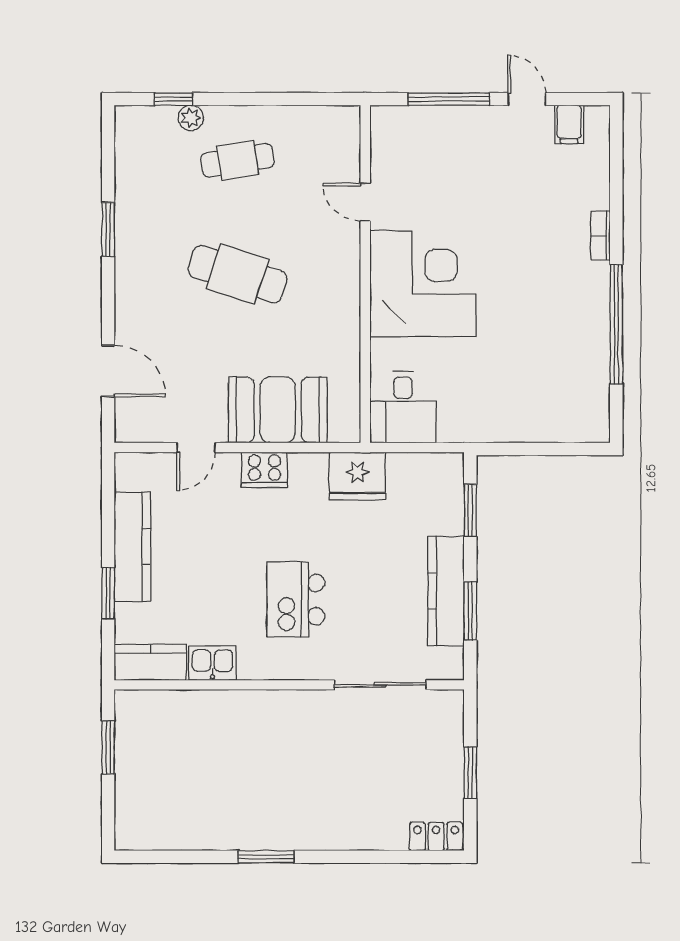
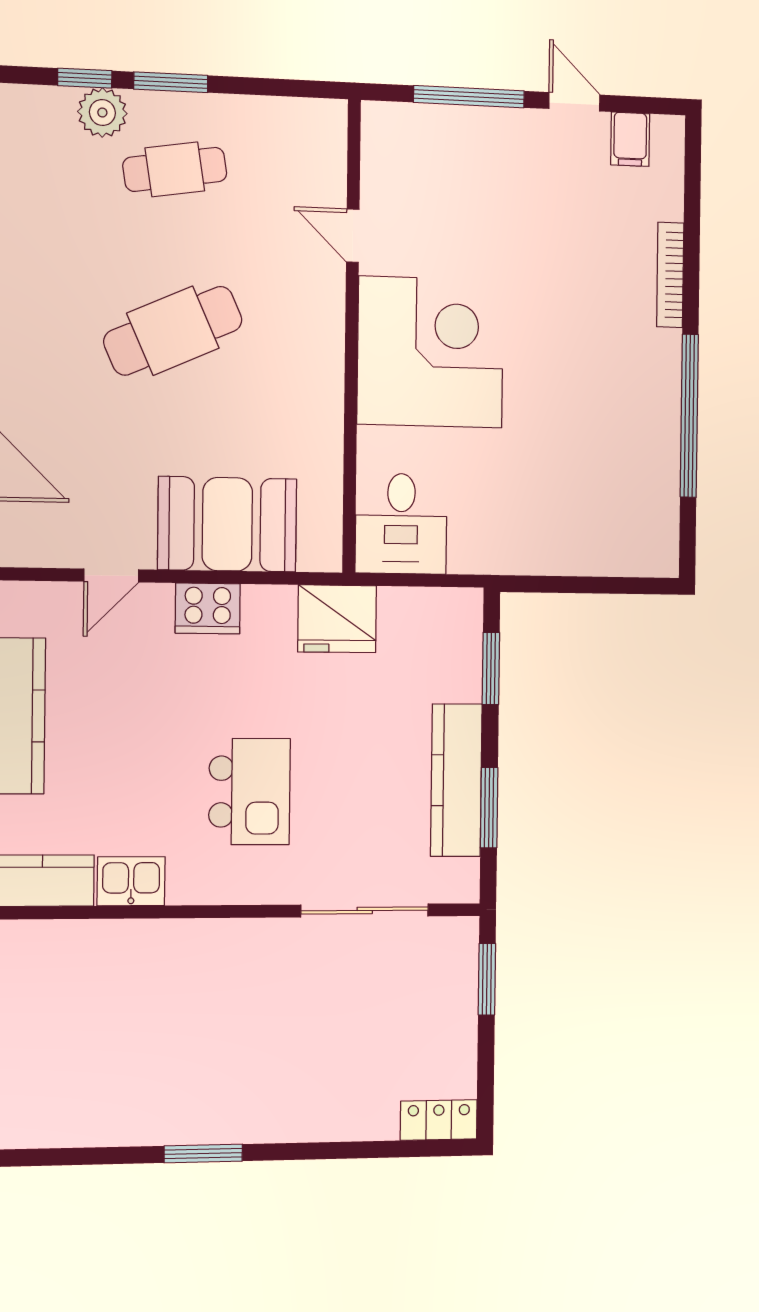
window: (234, 99) -> (171, 82), added
plant: (191, 118) -> (102, 113), width x1.38, depth x1.38
bookcase: (600, 236) -> (670, 275), width x1.56
cafe table: (237, 274) -> (173, 331), turned -42
kitchen island: (296, 600) -> (249, 792), turned 180
window: (470, 773) -> (487, 979), moved

